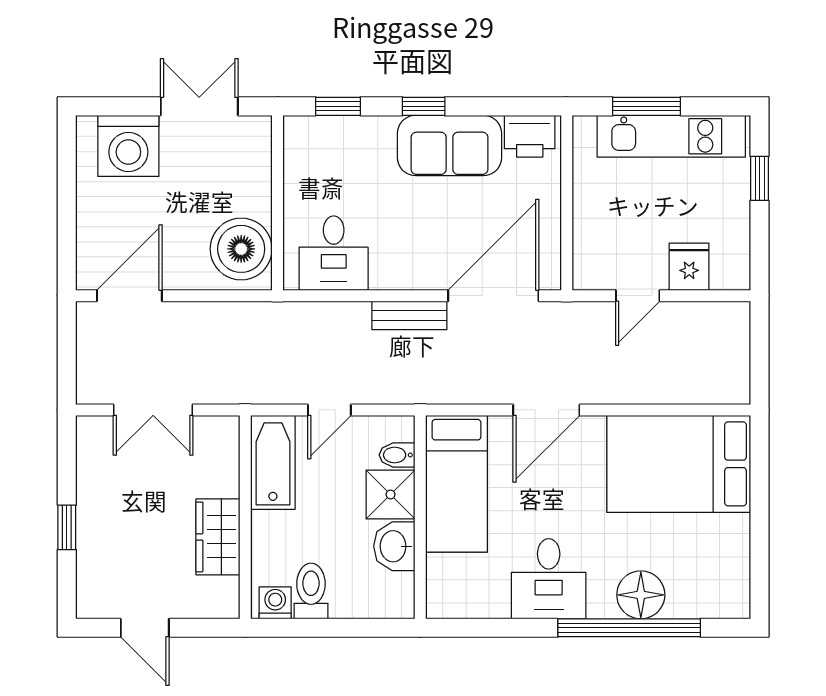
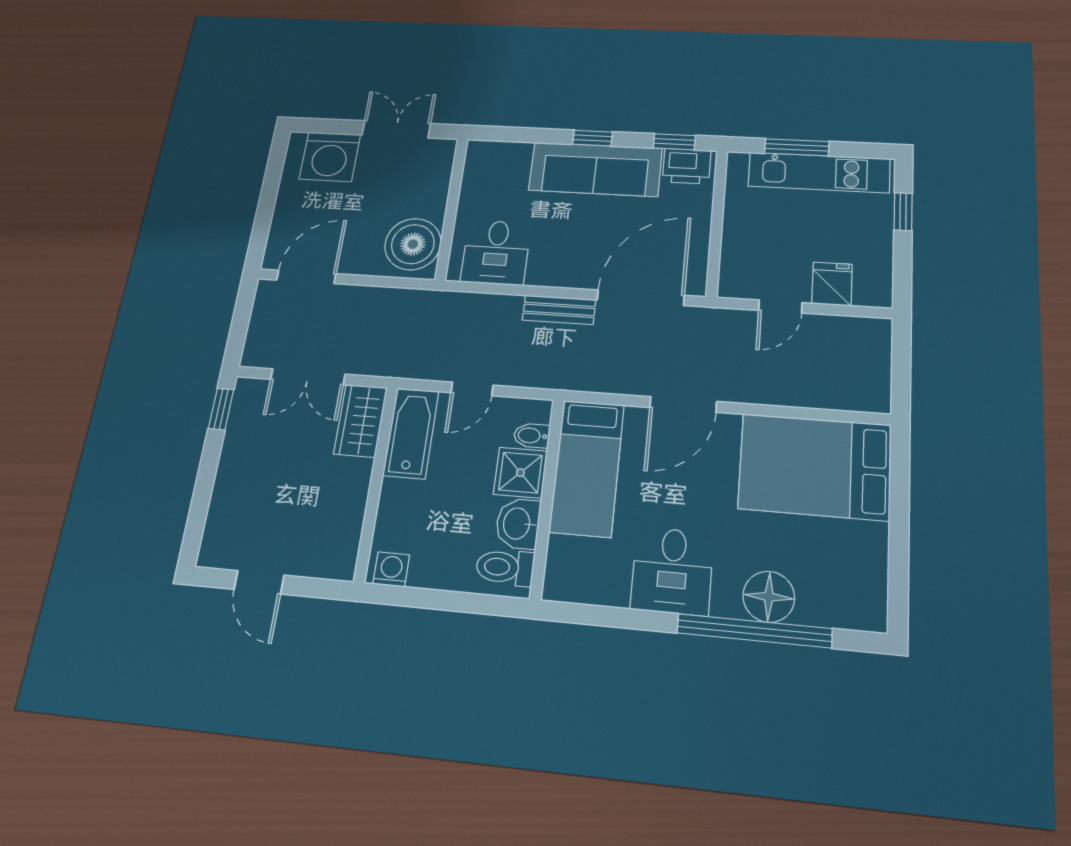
window: (338, 106) -> (674, 142), moved
sofa: (449, 145) -> (595, 169), width x1.36
window: (67, 527) -> (221, 409), moved
wardrobe: (218, 537) -> (360, 421), moved
toilet: (311, 591) -> (505, 567), moved, turned -90

